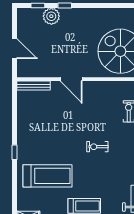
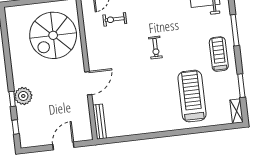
plant: (51, 16) -> (23, 96), moved
window: (15, 152) -> (171, 133), removed

